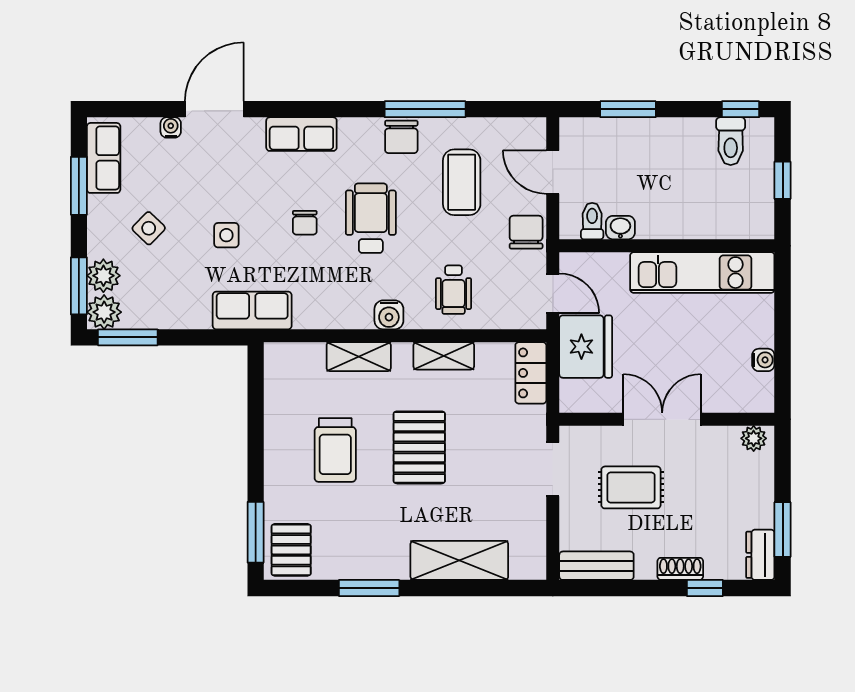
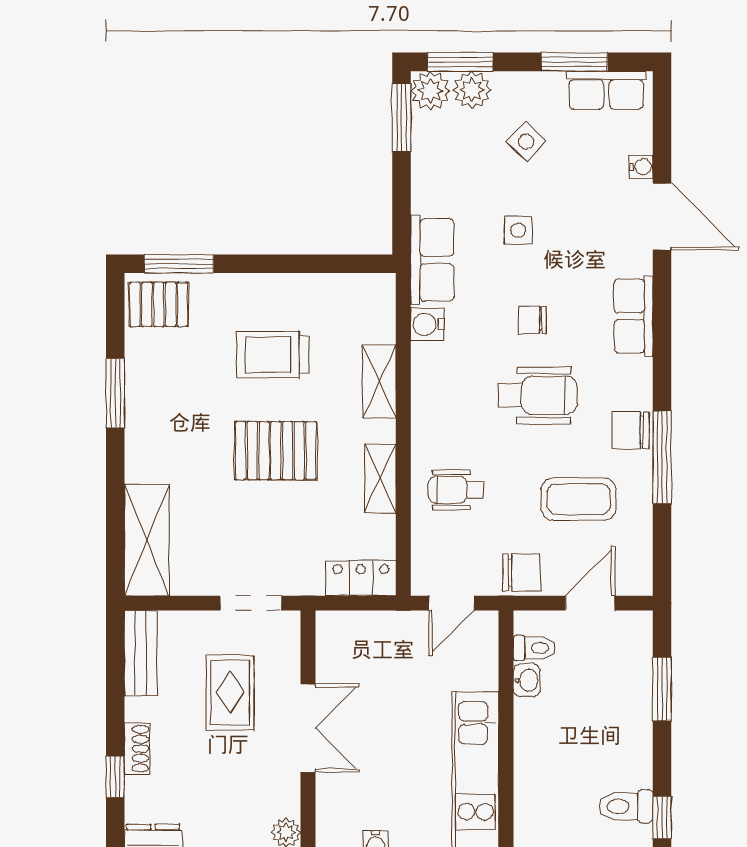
water cooler: (389, 315) -> (427, 324), moved
fridge: (586, 347) -> (391, 641), removed
shelving: (459, 560) -> (147, 540), moved

